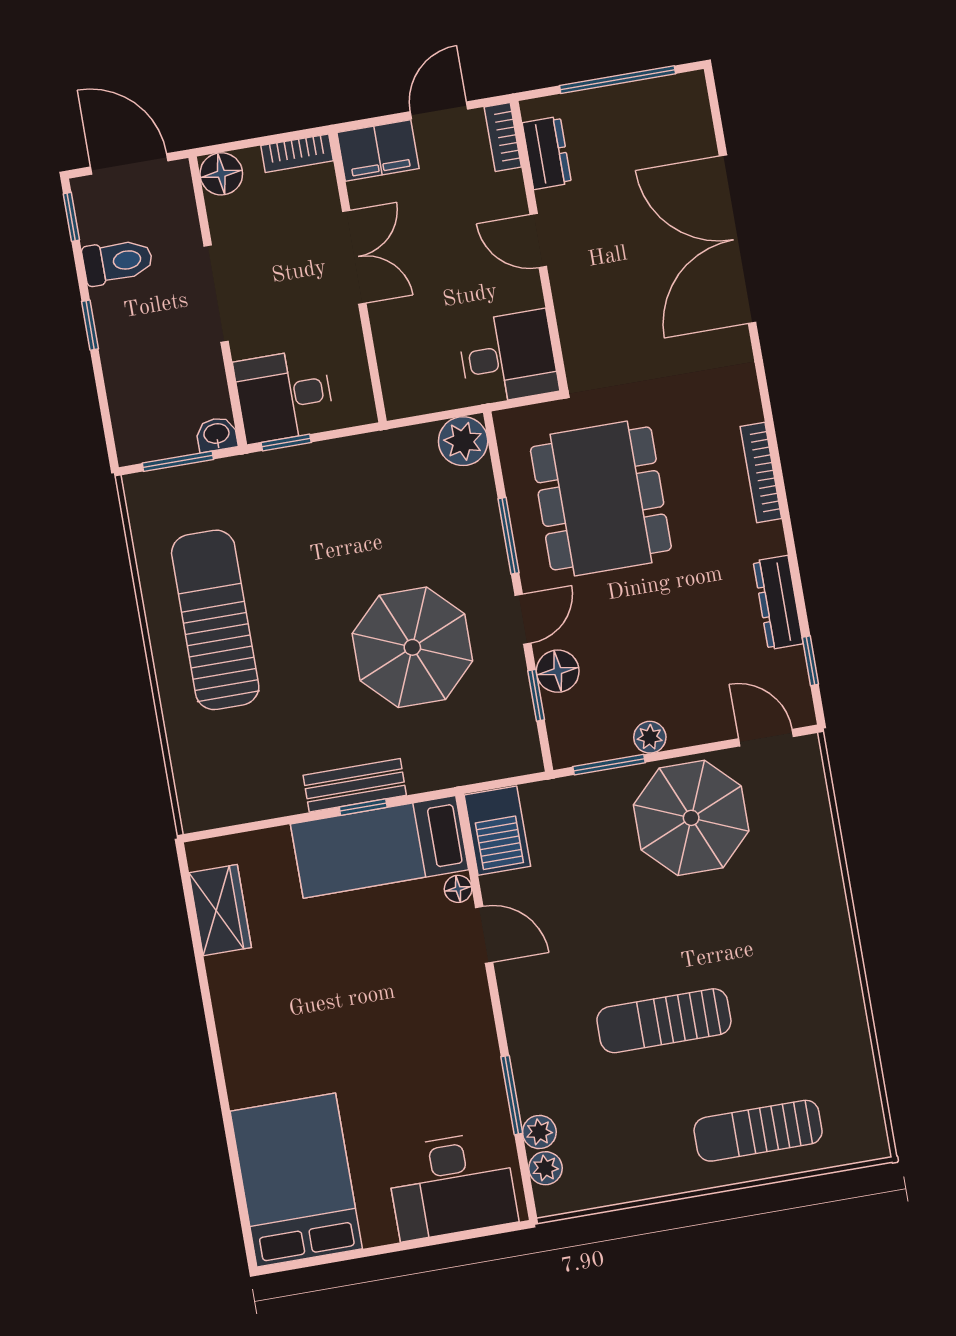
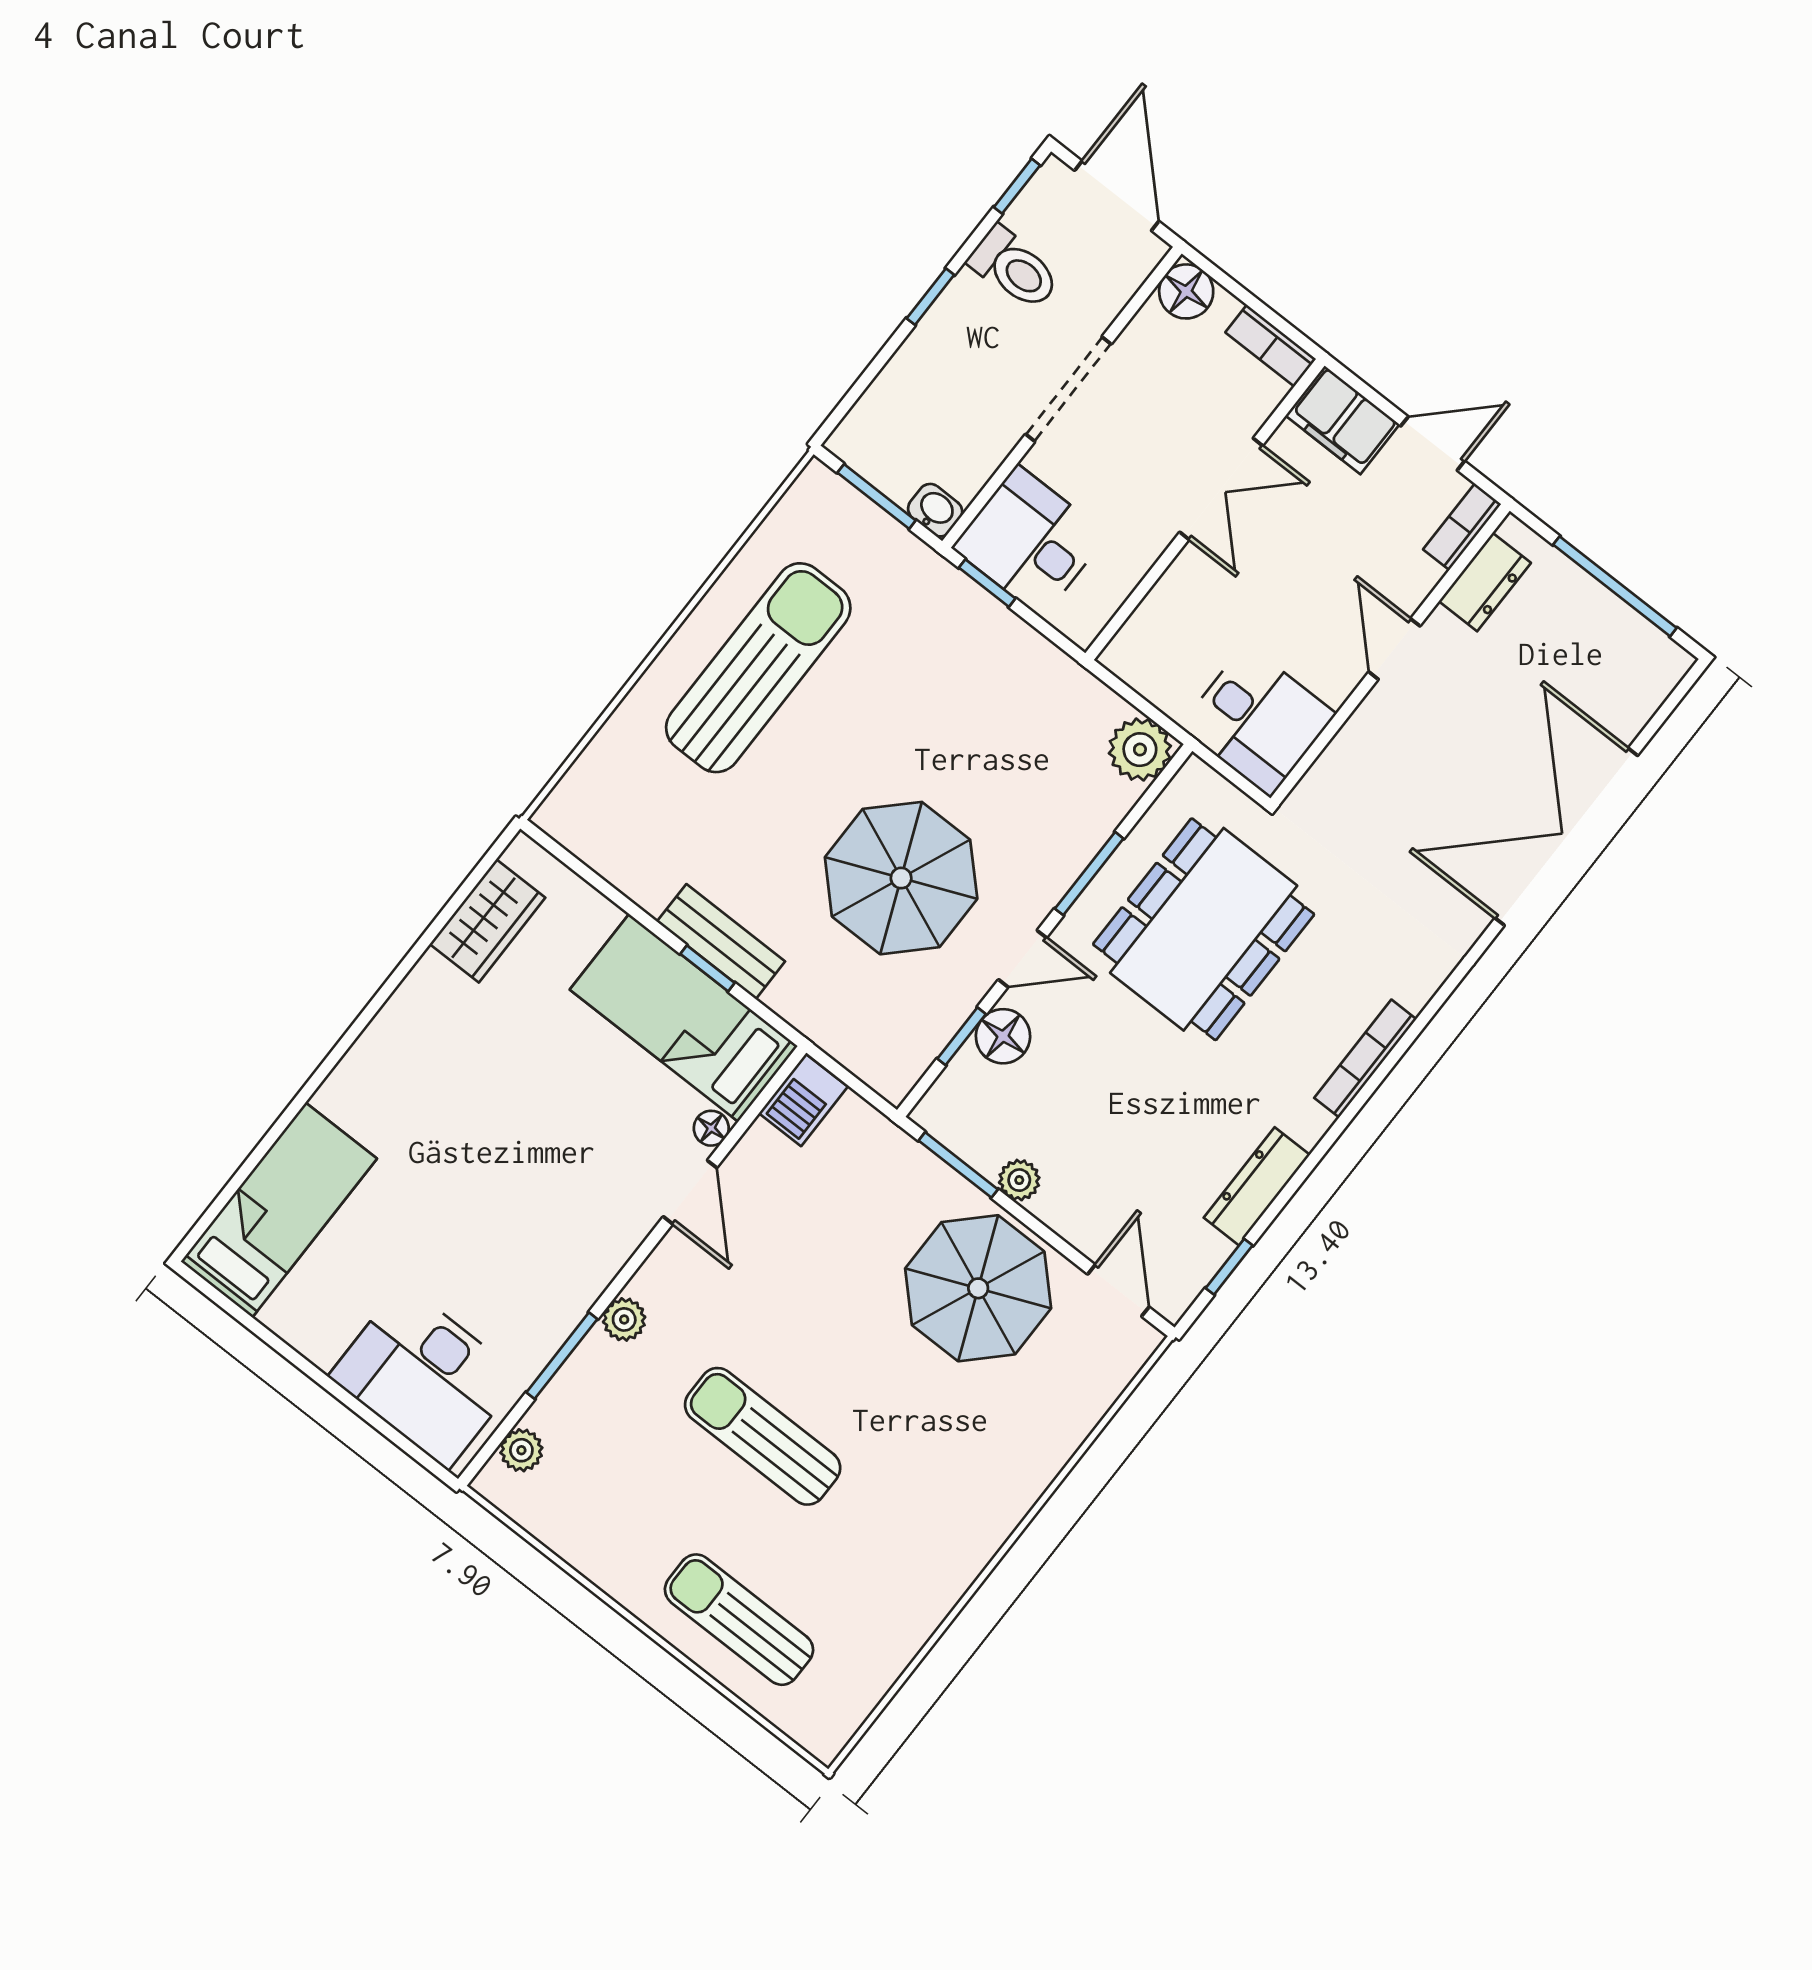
barbecue: (497, 831) -> (803, 1100), width x0.73, depth x0.79
plant: (539, 1132) -> (624, 1319), moved
bed: (296, 1180) -> (279, 1210), width x0.67

